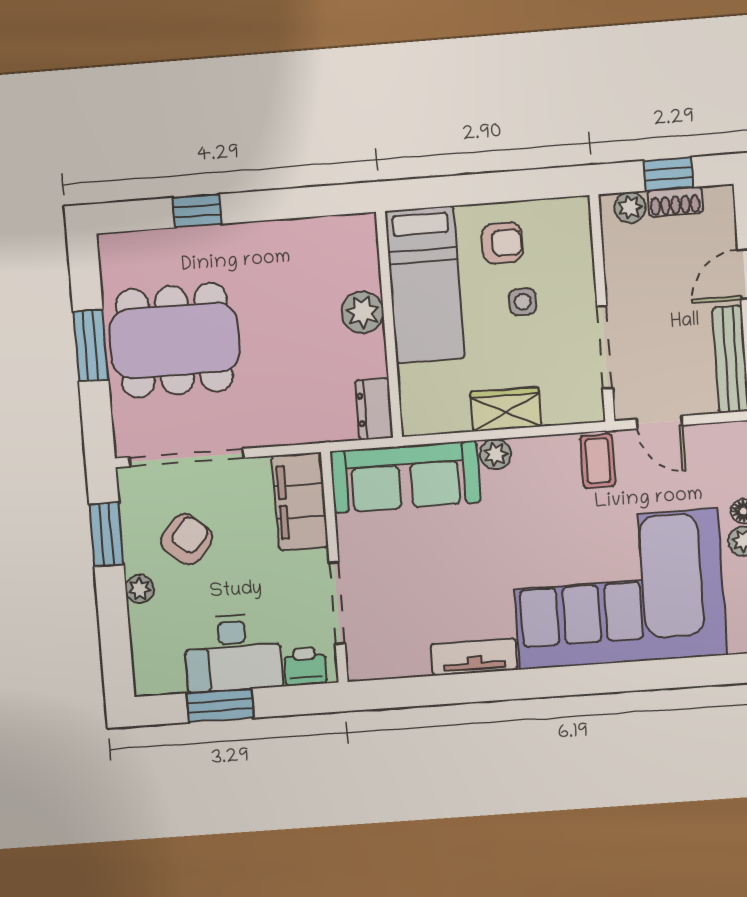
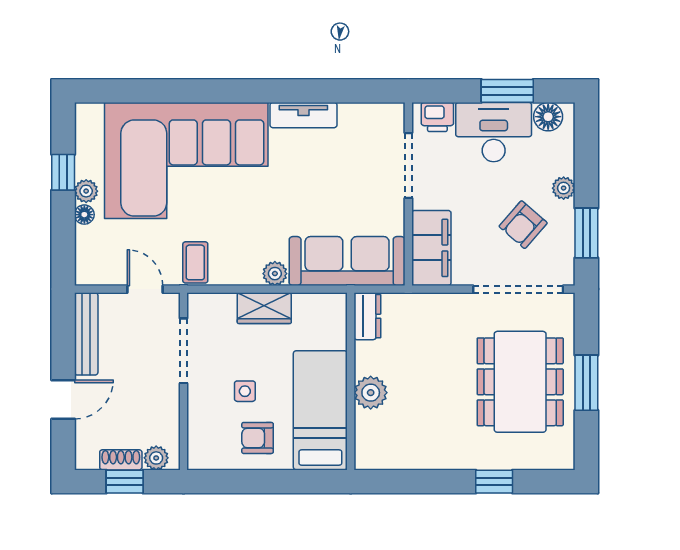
dining table: (174, 340) -> (520, 382), turned 90
floor lamp: (166, 677) -> (548, 117), added

